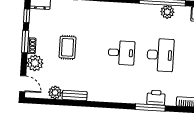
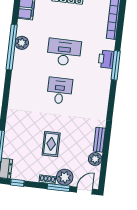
window: (25, 42) -> (58, 188), moved
rug: (68, 47) -> (51, 144), turned 90

